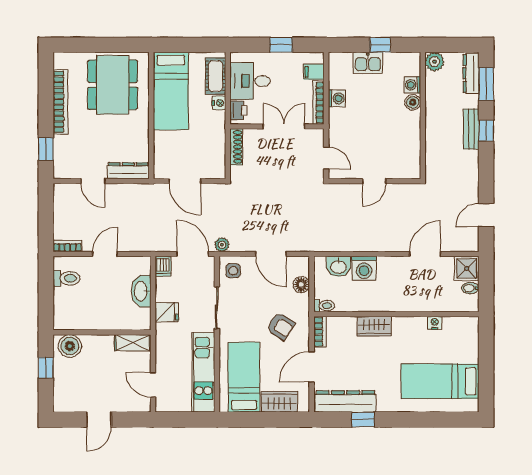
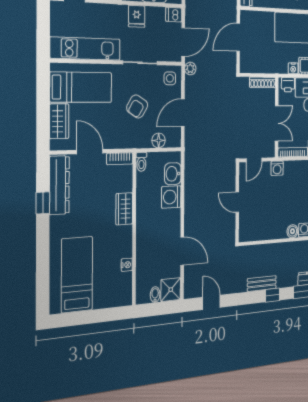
washing machine: (337, 98) -> (277, 168), moved
bench: (471, 129) -> (262, 284), moved
armchair: (281, 326) -> (137, 106), moved

